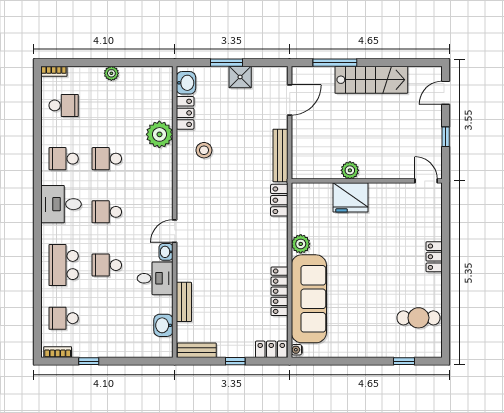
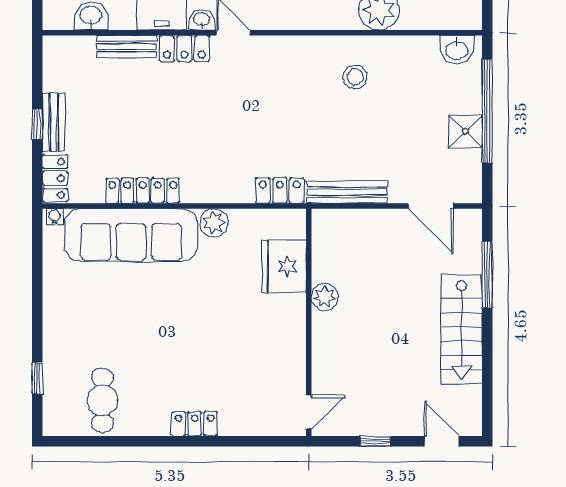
window: (227, 63) -> (487, 111), width x2.11
locker: (185, 113) -> (184, 48), moved
fridge: (351, 197) -> (284, 266), moved
bench: (197, 350) -> (54, 122), moved

